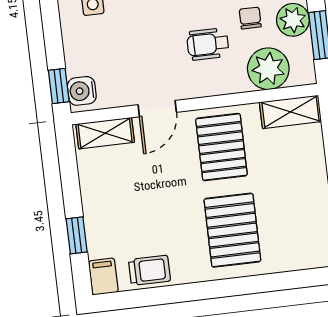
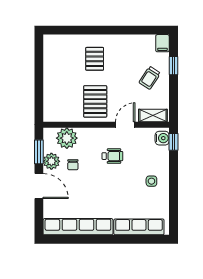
wheelchair: (208, 44) -> (112, 156), moved
shelving: (290, 112) -> (58, 115), removed
pallet: (232, 230) -> (95, 59), width x0.67, depth x0.71
trolley: (149, 270) -> (150, 78), moved, turned -57

